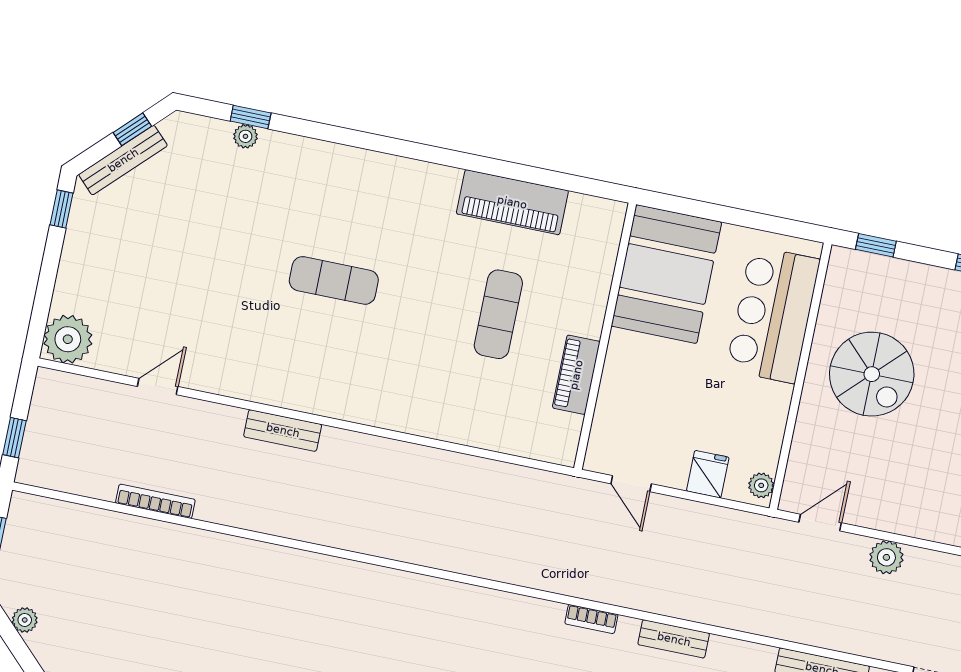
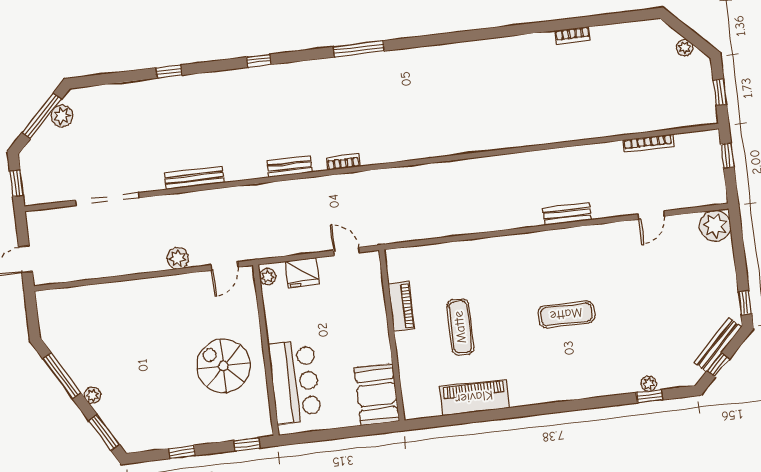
booth: (666, 274) -> (377, 394), width x0.73, depth x0.70
fridge: (708, 474) -> (302, 273), width x1.38
bookcase: (155, 501) -> (648, 143), moved

